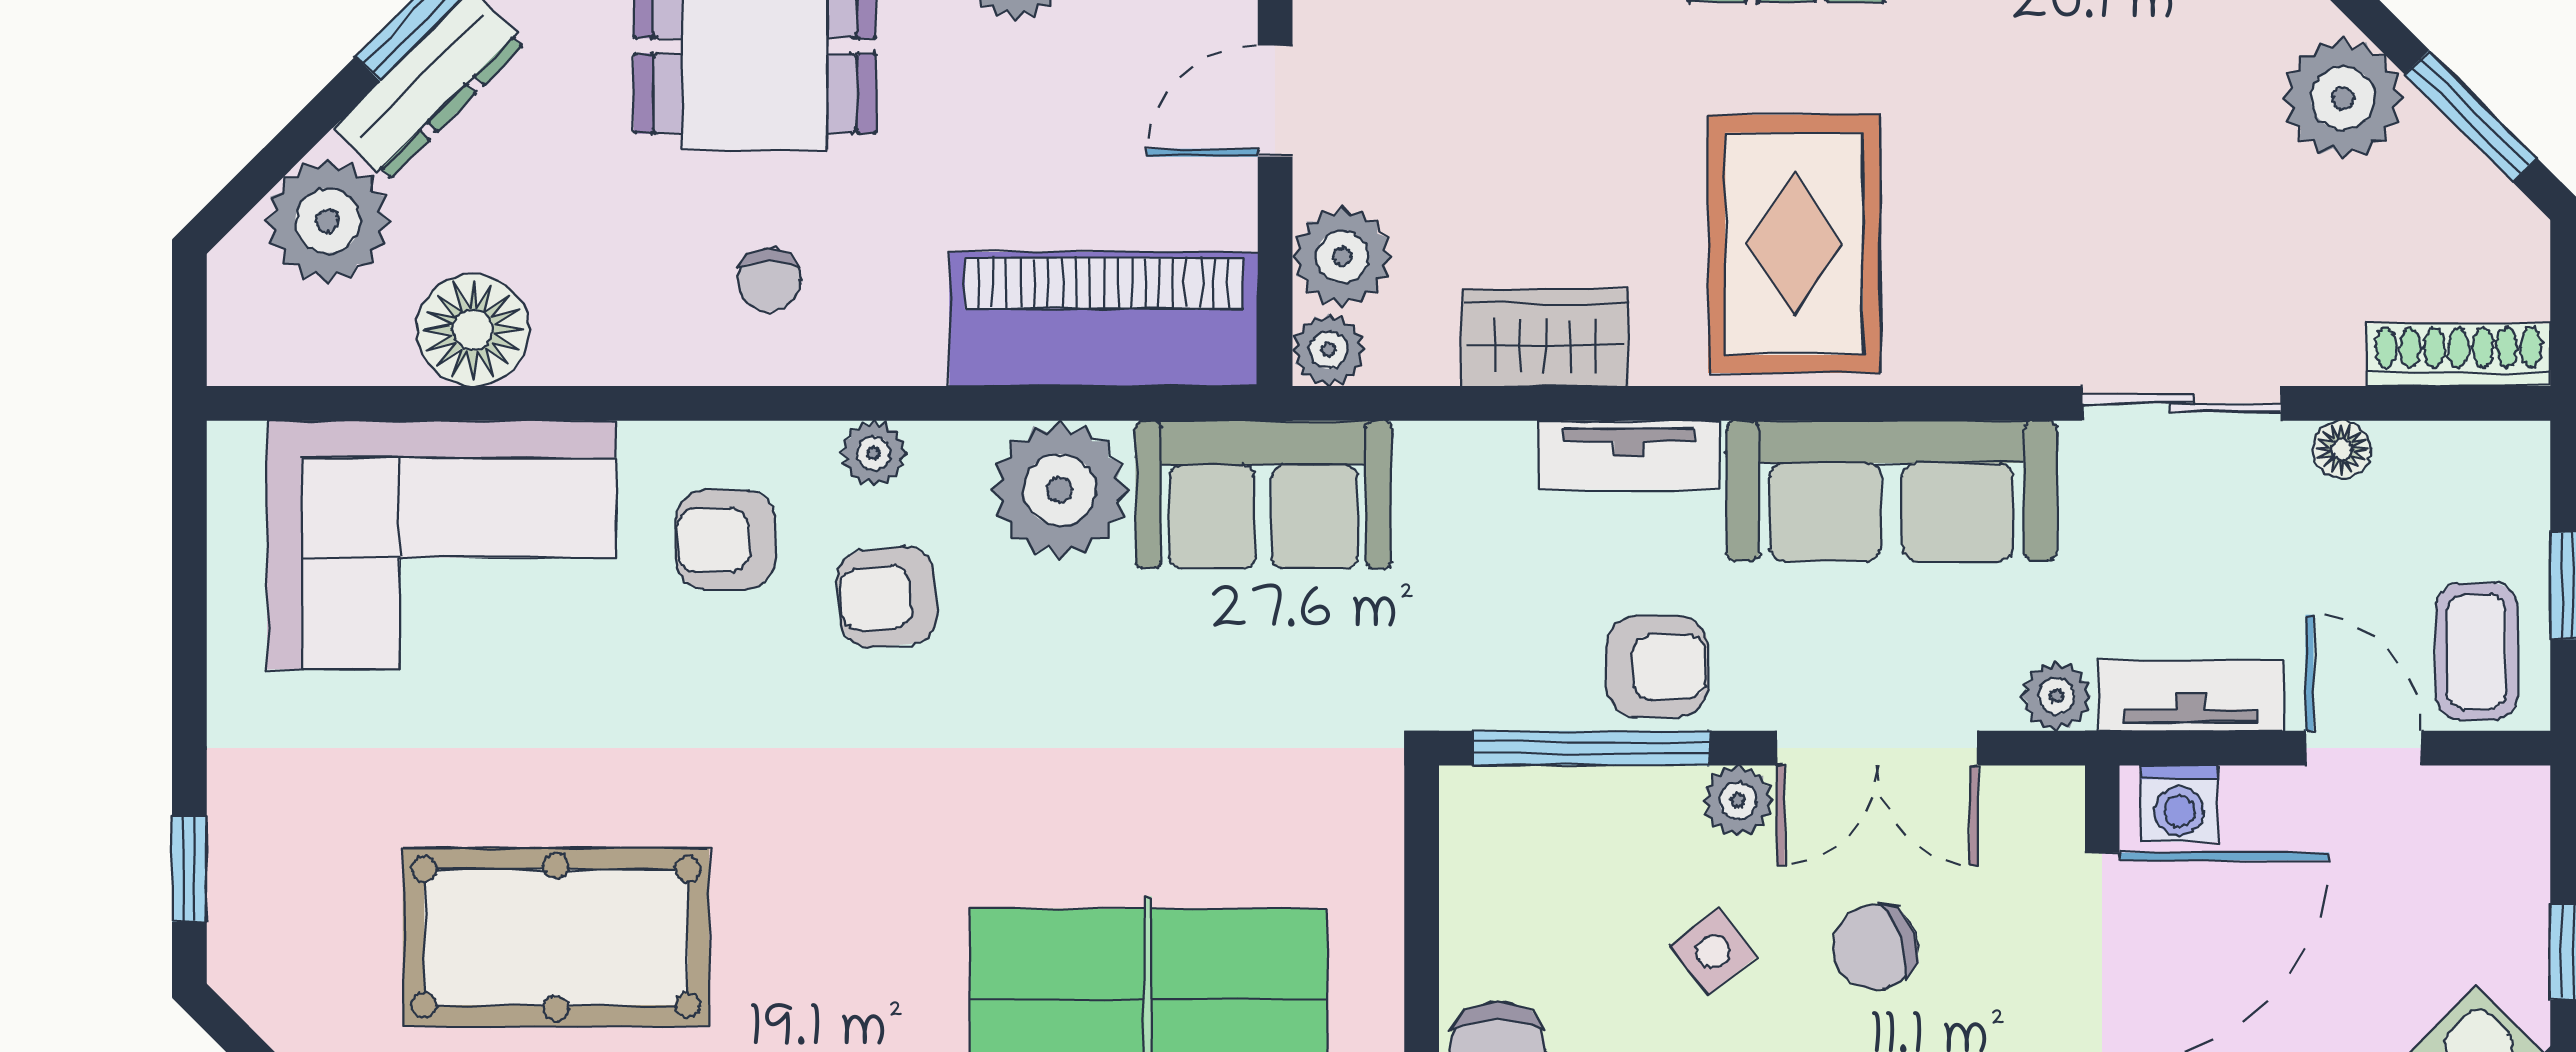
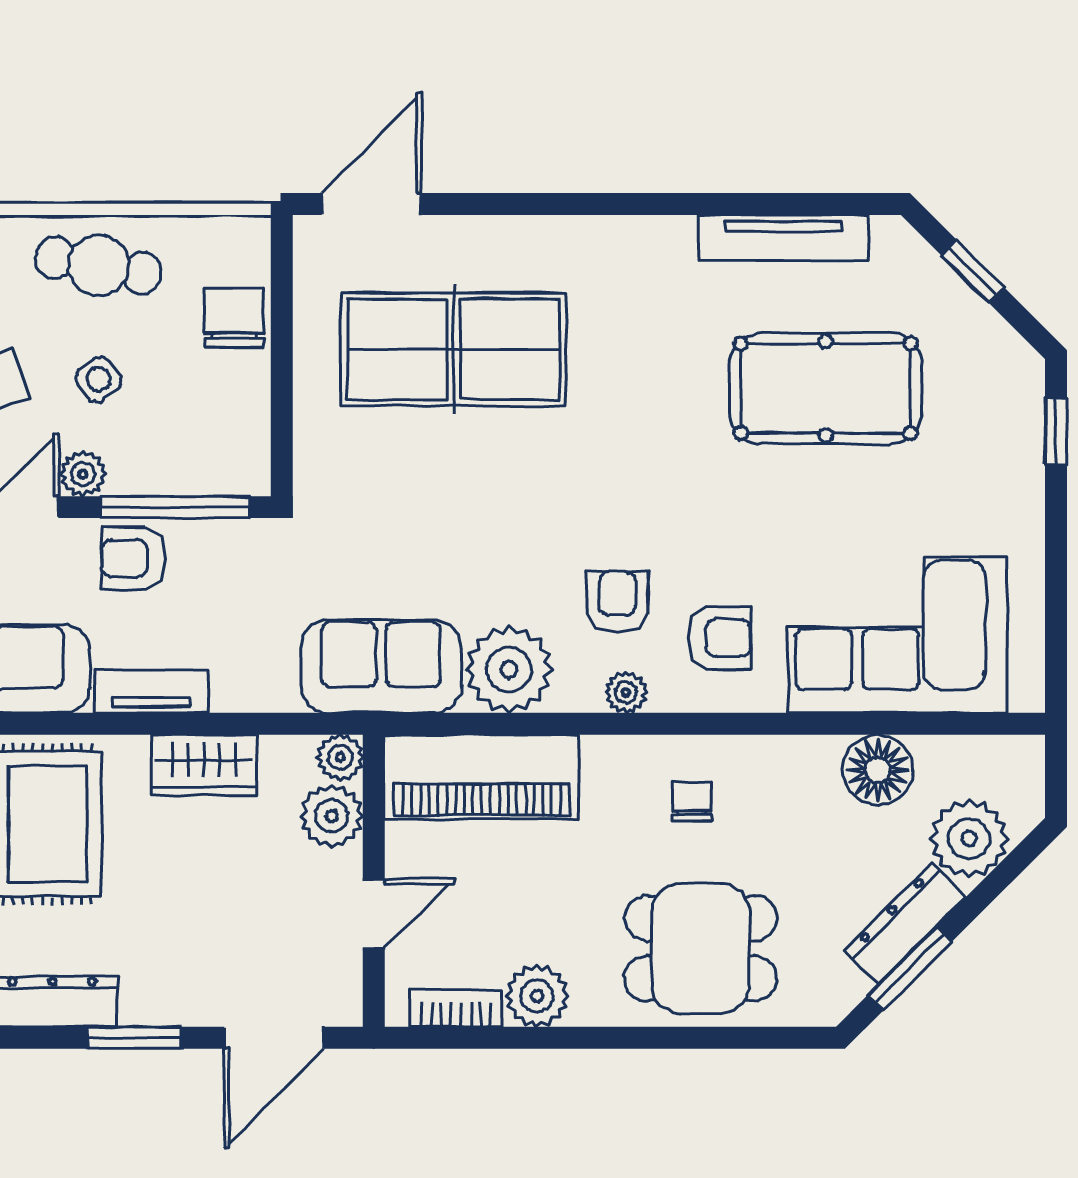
armchair: (887, 597) -> (617, 602), turned -85

